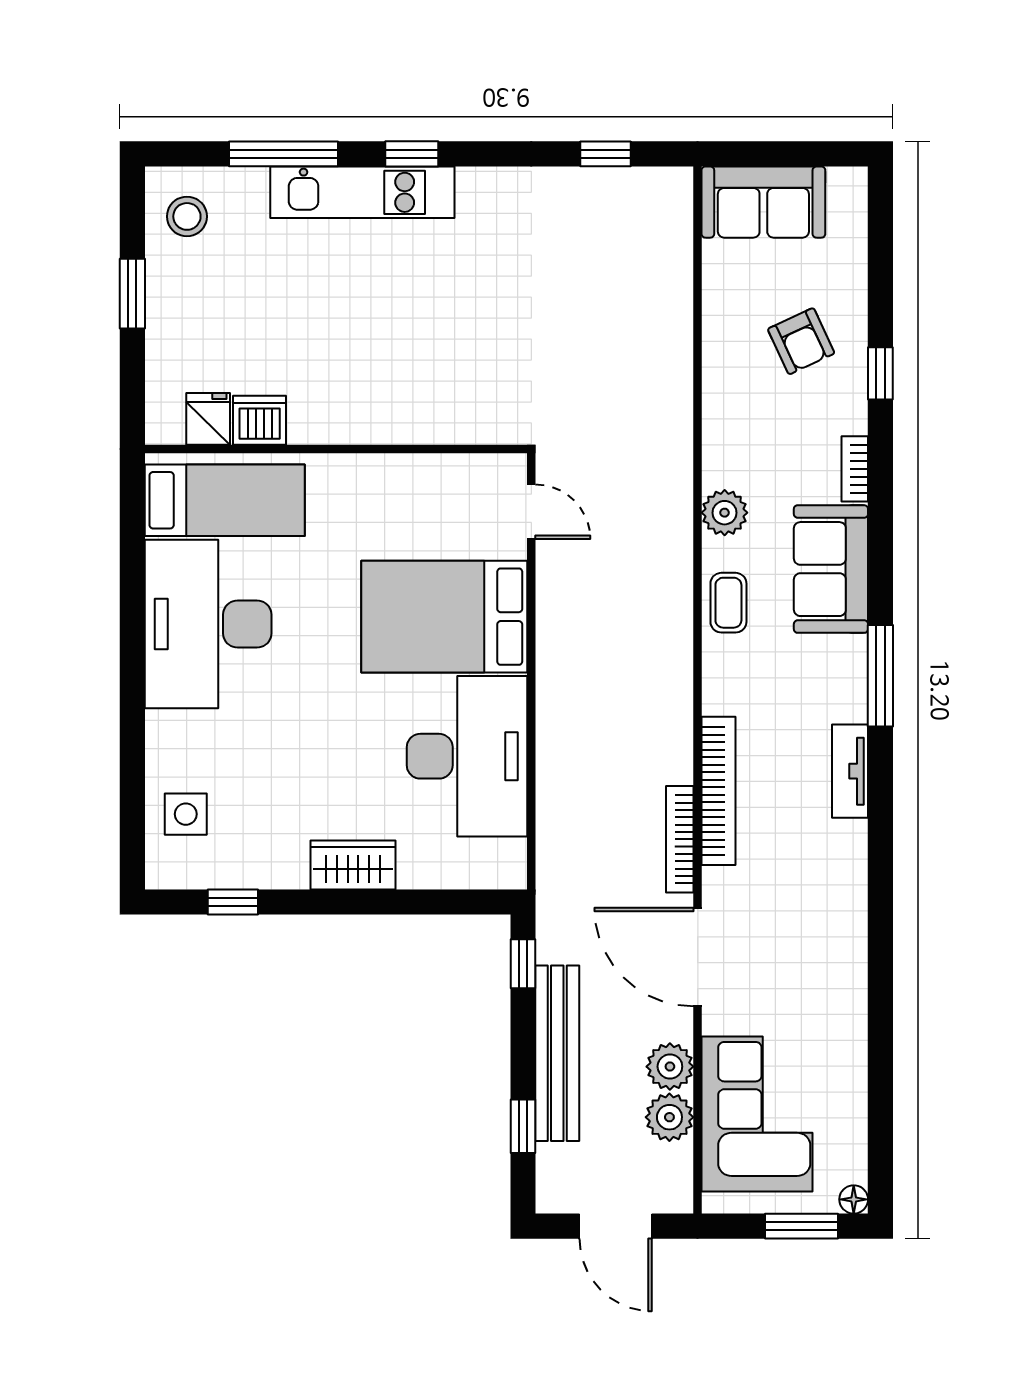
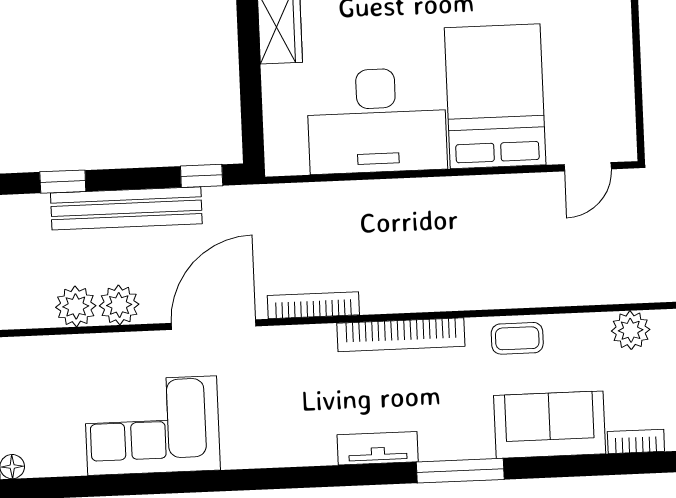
plant: (725, 513) -> (631, 330), moved
bookcase: (719, 791) -> (401, 335), moved
corner sofa: (757, 1114) -> (152, 426), moved, turned 180

